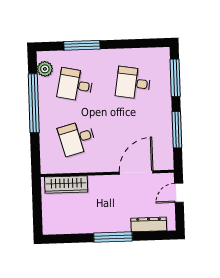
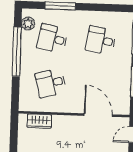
door: (136, 172) -> (98, 115), hinge flipped
wardrobe: (66, 184) -> (39, 121), width x0.67

